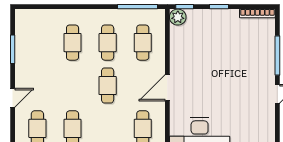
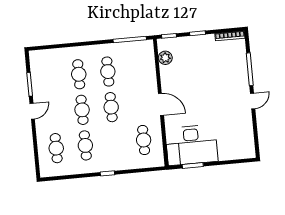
plant: (178, 17) -> (165, 58), moved
cafe table: (143, 43) -> (82, 110), moved
door: (167, 88) -> (161, 104), swing flipped
door: (13, 98) -> (32, 111), moved

